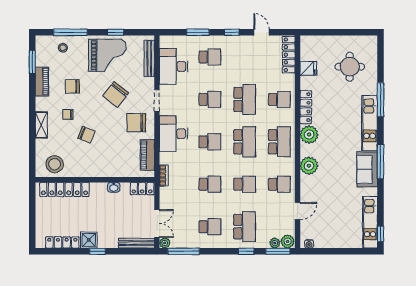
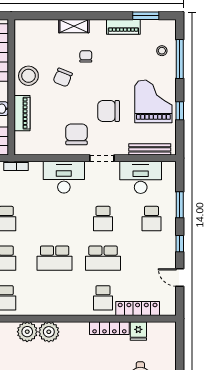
door: (262, 32) -> (180, 278), swing flipped
grand piano: (107, 55) -> (153, 101), turned 180
locker: (289, 55) -> (138, 309), moved
chair: (72, 86) -> (118, 61), removed
chair: (116, 94) -> (109, 111), turned -38
locker: (306, 107) -> (109, 328), moved
plant: (309, 134) -> (49, 332), moved
school desk: (210, 142) -> (55, 219), removed
school desk: (279, 142) -> (55, 298), removed
piano: (147, 155) -> (22, 113), moved, turned 90
stool: (55, 164) -> (28, 76), moved

